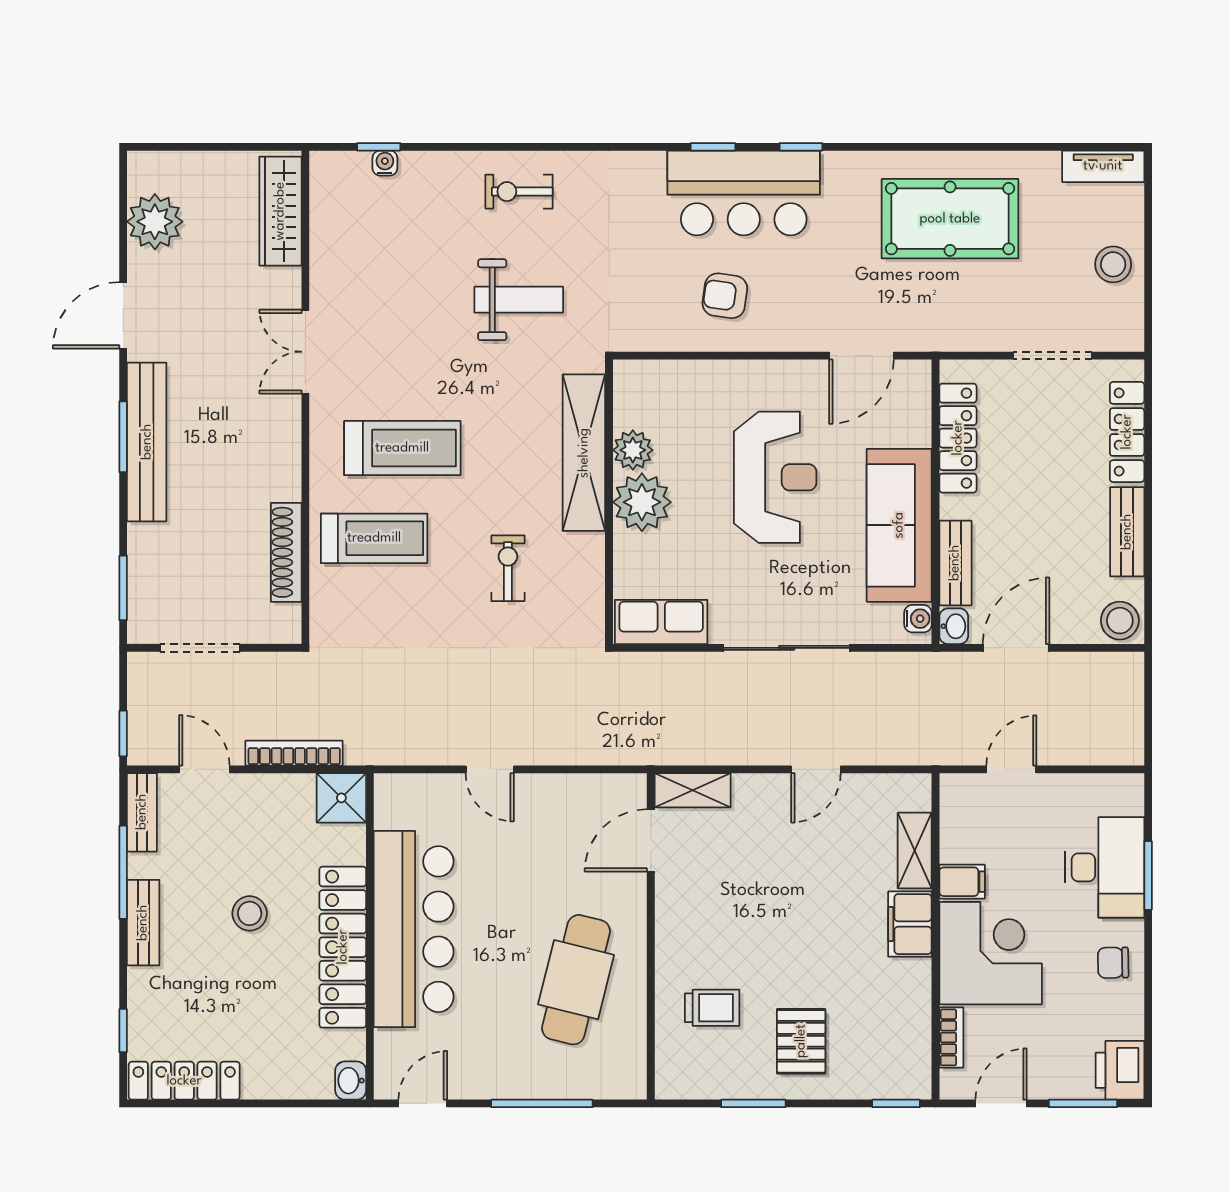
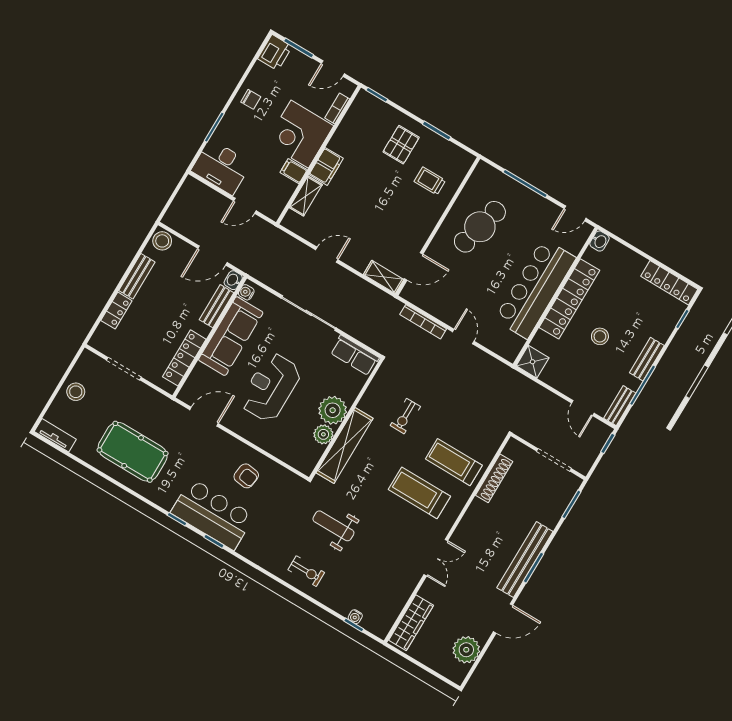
locker: (1127, 432) -> (116, 311), width x0.66
bookcase: (294, 753) -> (423, 322), moved
desk: (1105, 867) -> (221, 167), moved, turned -90

